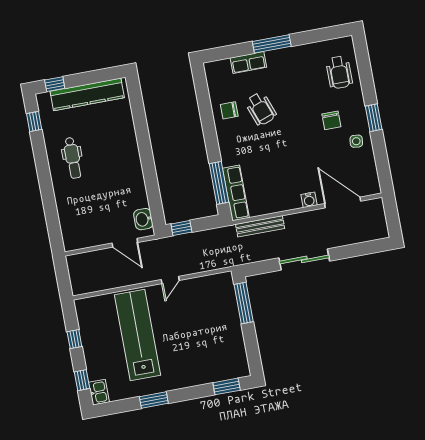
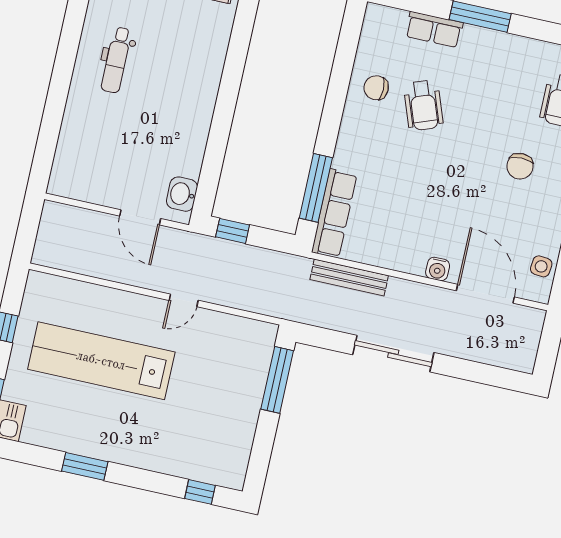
side table: (356, 141) -> (541, 266), moved
lab bench: (138, 335) -> (101, 361), turned -90
window: (227, 386) -> (200, 492), width x0.67

